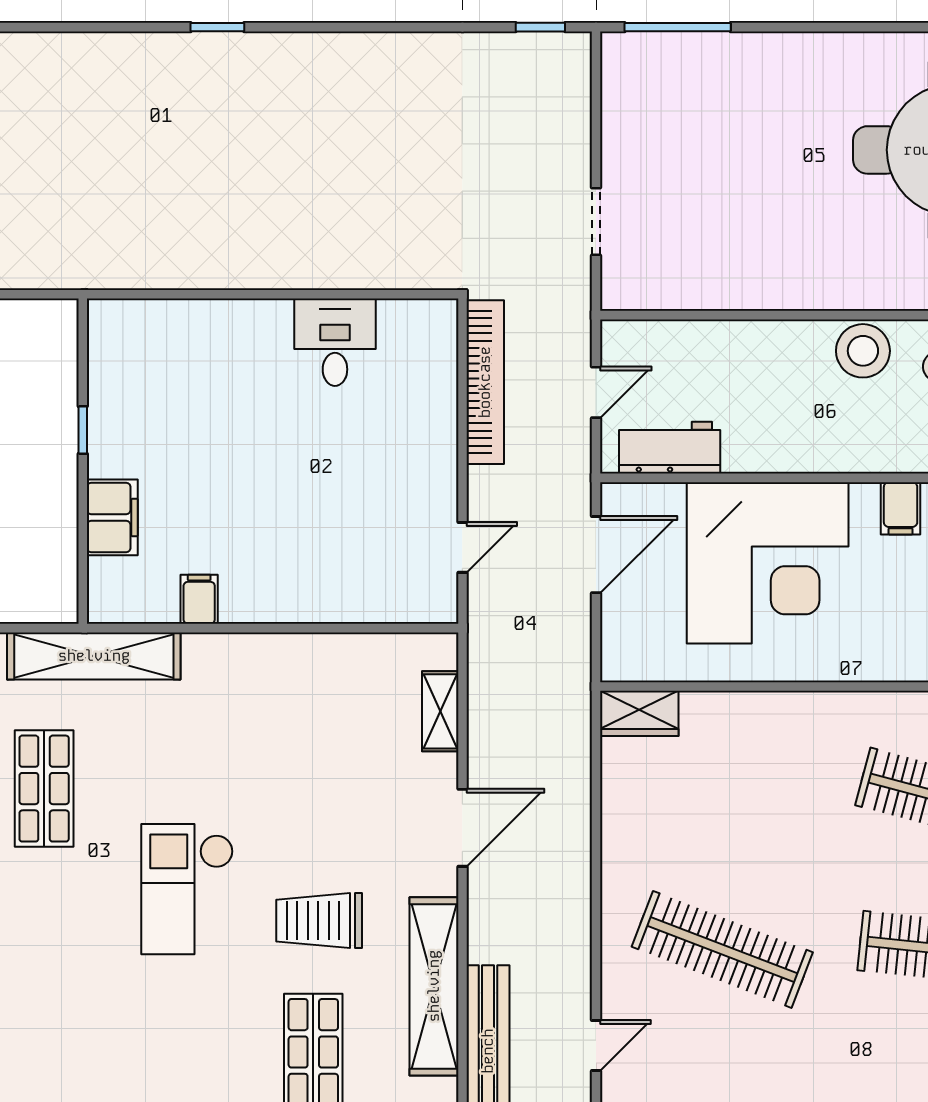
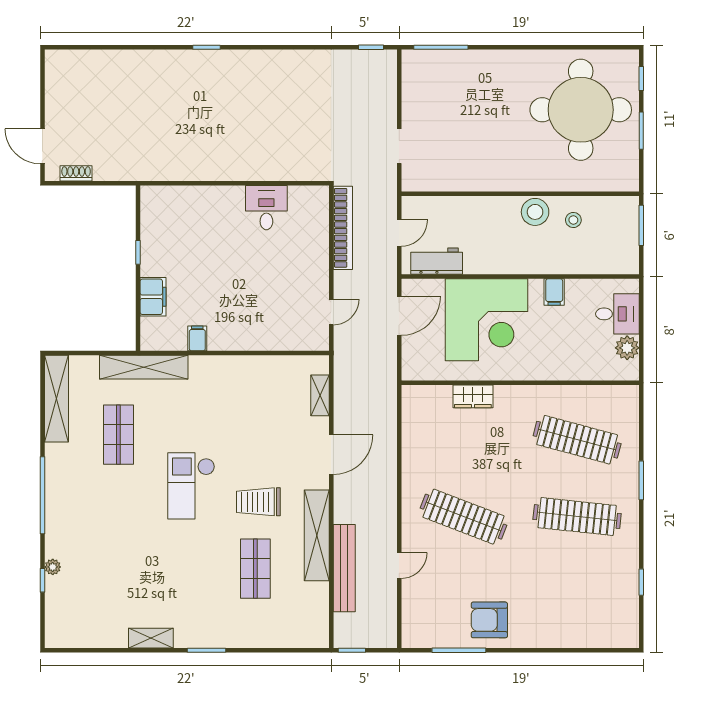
wardrobe: (639, 713) -> (473, 396), moved

